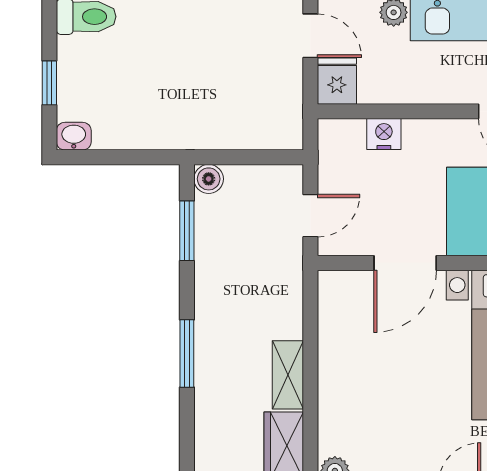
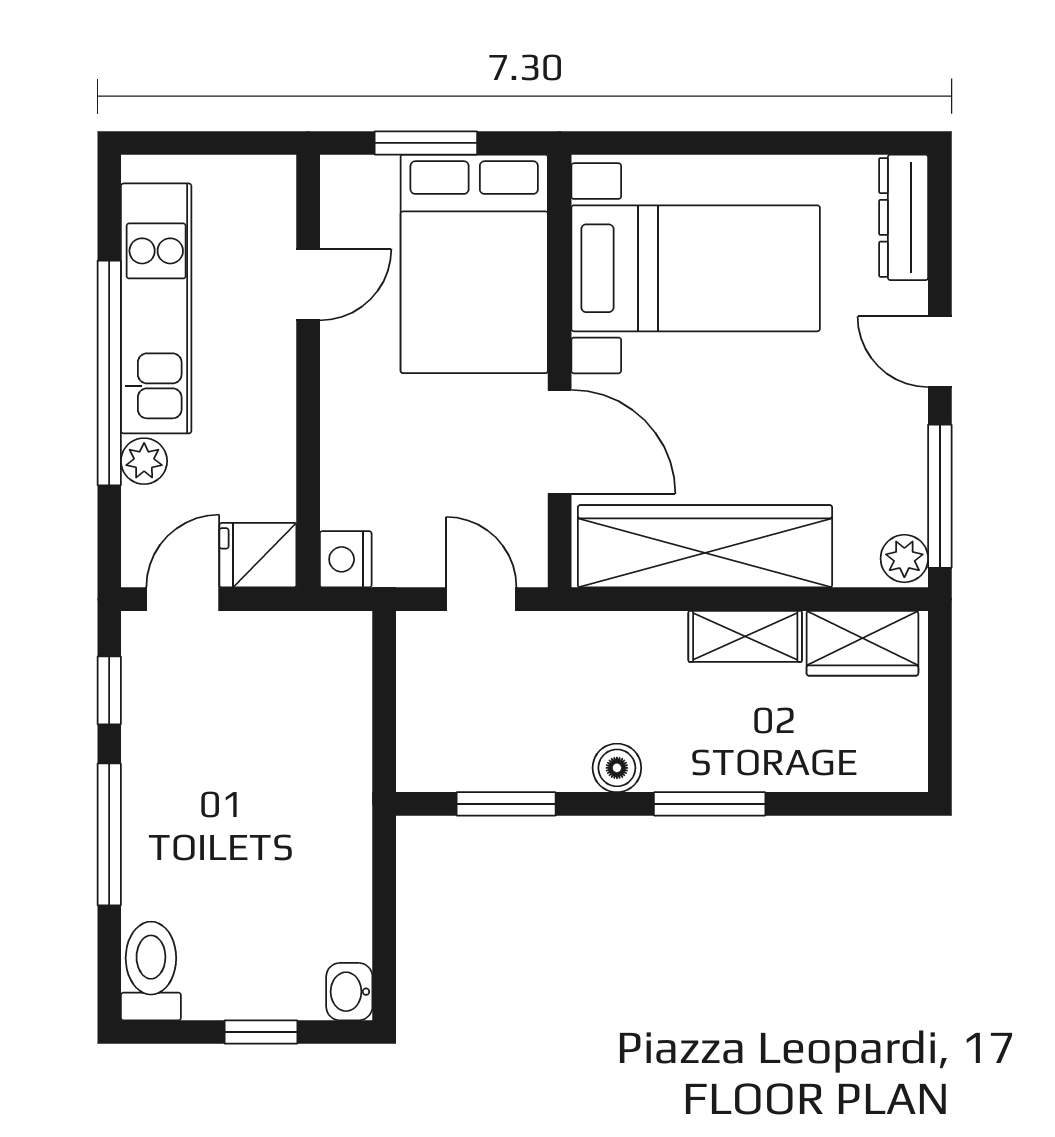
nightstand: (384, 134) -> (346, 559), moved
boiler: (209, 179) -> (617, 768), moved
wardrobe: (342, 351) -> (705, 546), added

